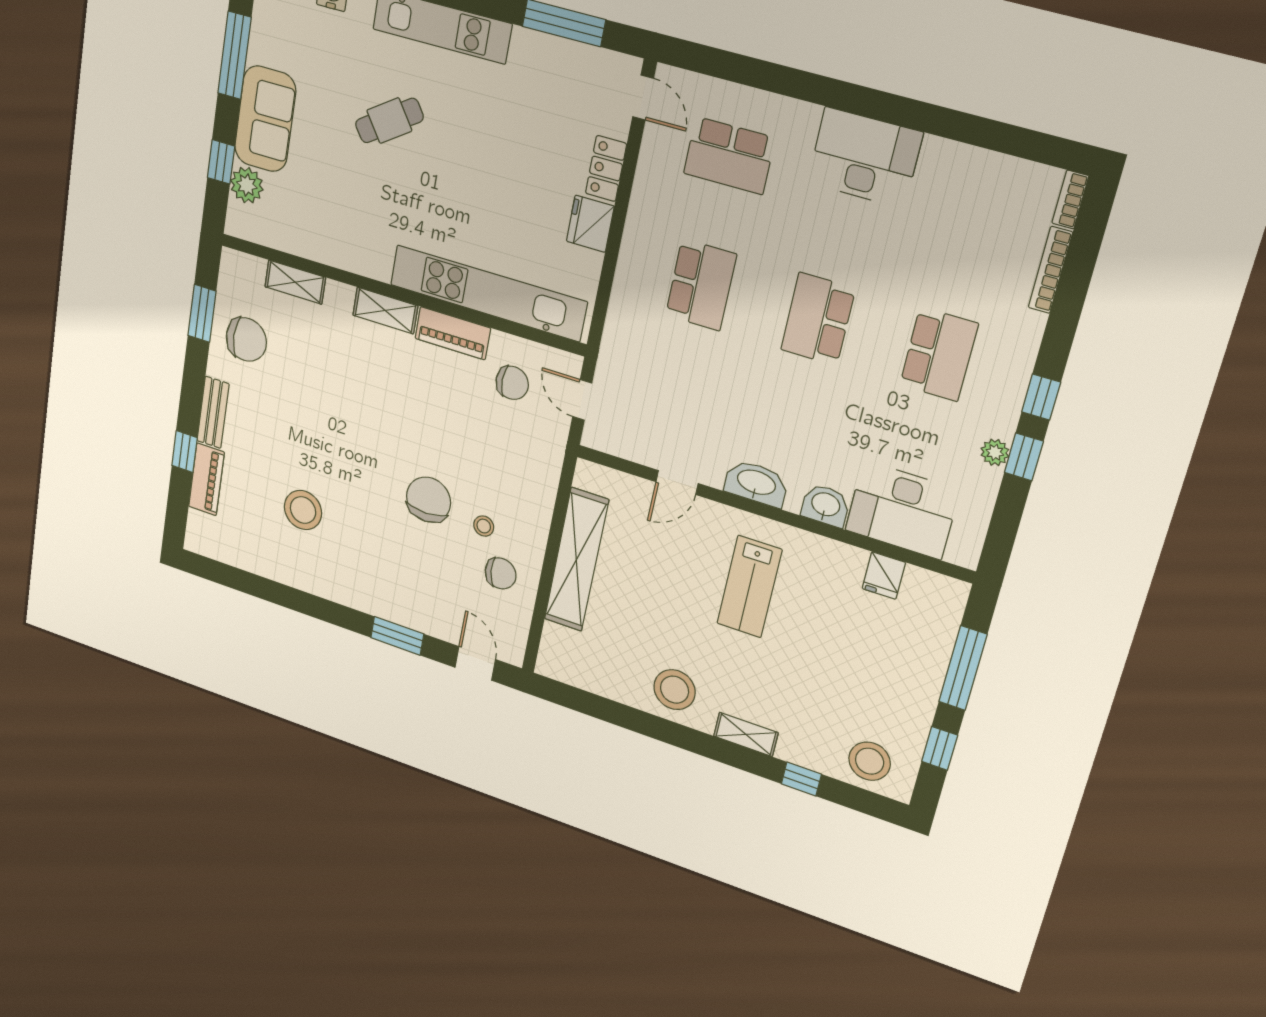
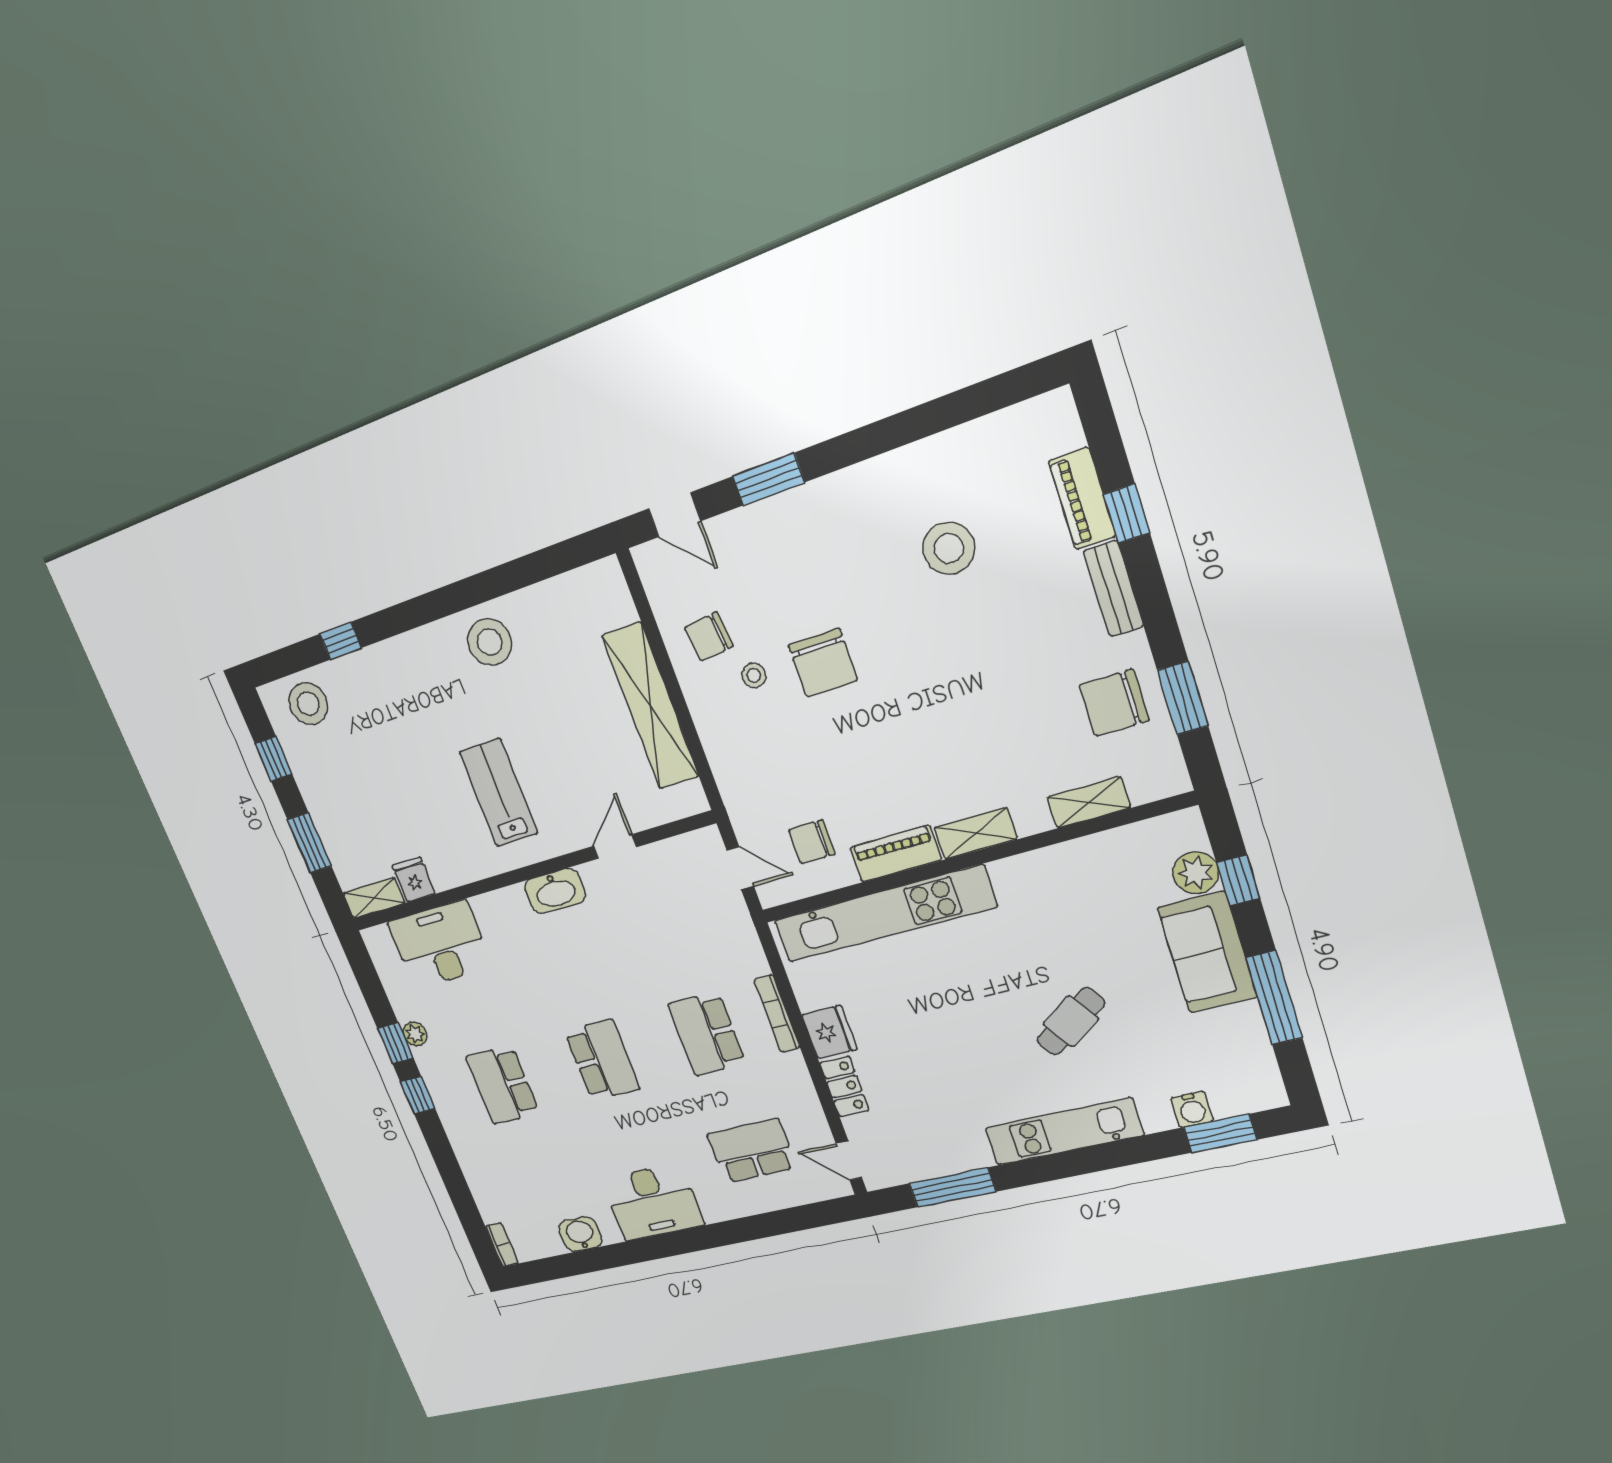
bookcase: (1050, 270) -> (777, 1013), moved, turned 180
washbasin: (825, 505) -> (580, 1234), moved, turned 180
window: (963, 668) -> (309, 843), width x0.69
shelving: (746, 734) -> (374, 898), moved

